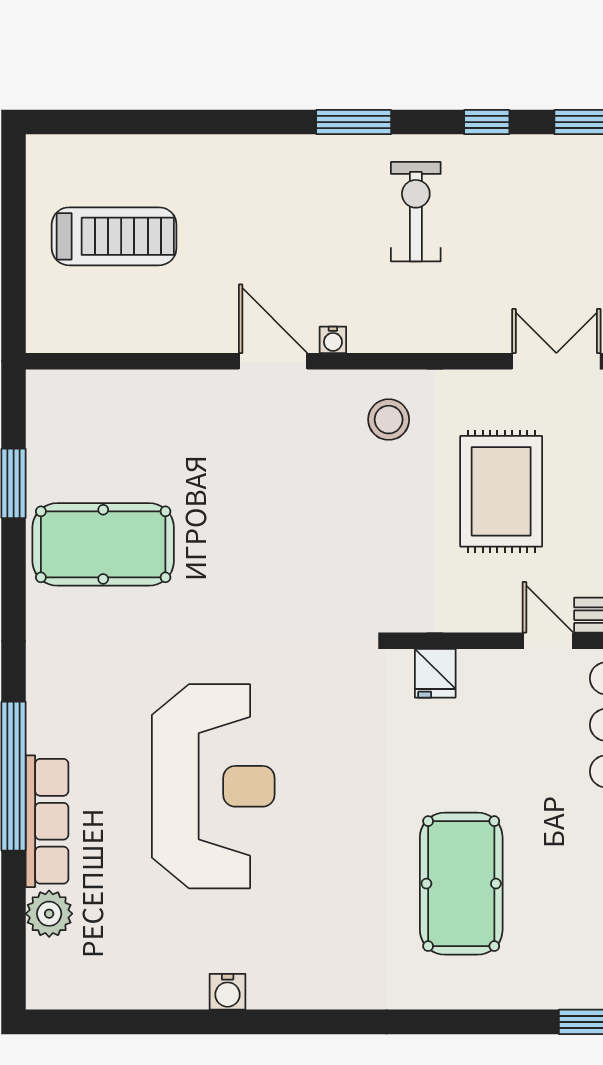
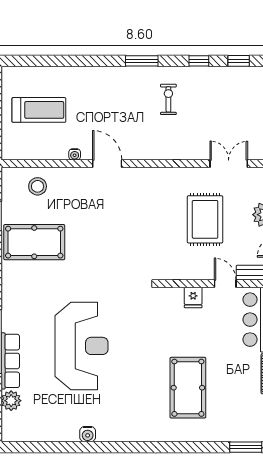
exercise bike: (416, 212) -> (168, 99), width x0.73, depth x0.72
water cooler: (333, 340) -> (75, 154), moved
stool: (389, 420) -> (38, 186), moved
fridge: (435, 673) -> (193, 297), moved

